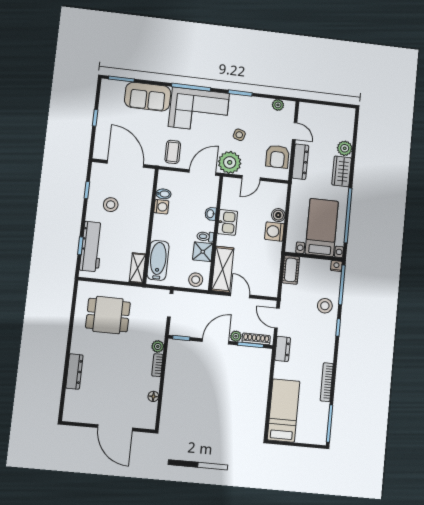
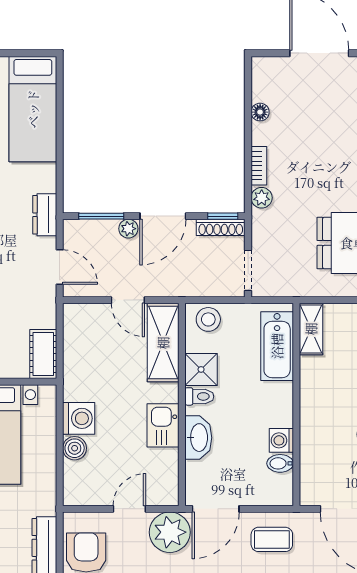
coffee table: (173, 152) -> (272, 539), turned 90
washbasin: (211, 214) -> (198, 438), width x1.91, depth x1.45
shoe rack: (256, 339) -> (221, 227), moved

